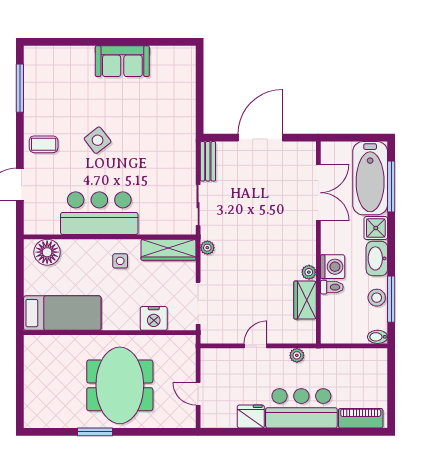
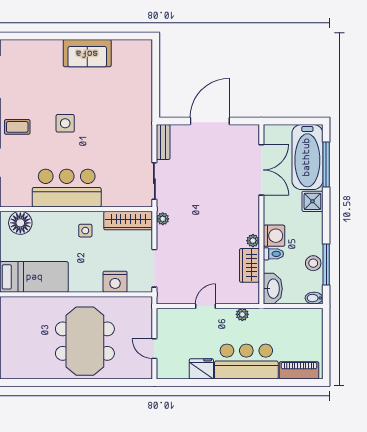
side table: (98, 140) -> (65, 123), turned 38
washbasin: (377, 258) -> (273, 289), moved, turned 180
window: (95, 432) -> (63, 382), removed

